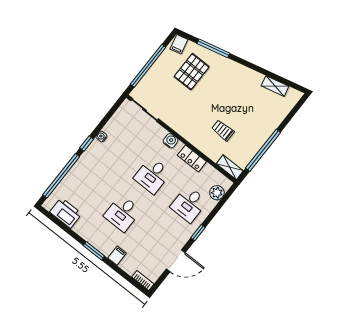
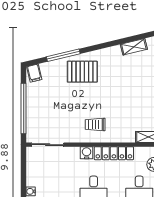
pallet: (192, 72) -> (82, 72), moved, turned 90
trolley: (223, 130) -> (95, 124), moved
locker: (192, 158) -> (114, 153), width x1.53

